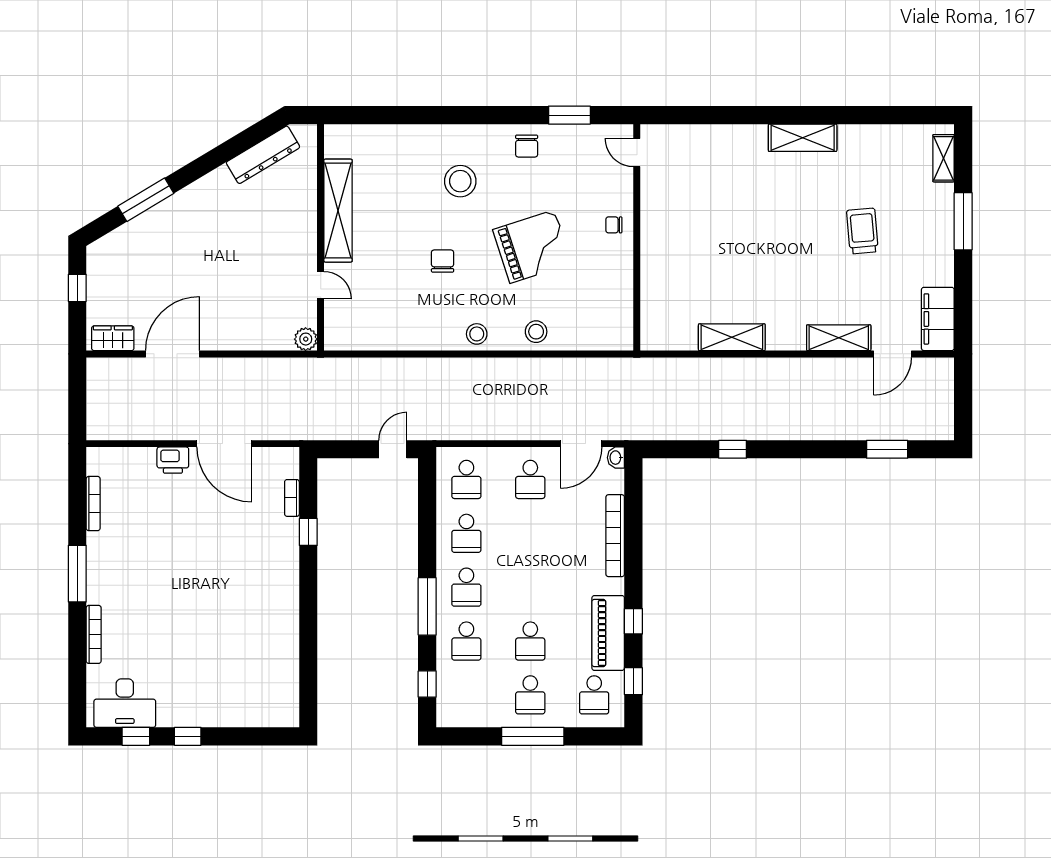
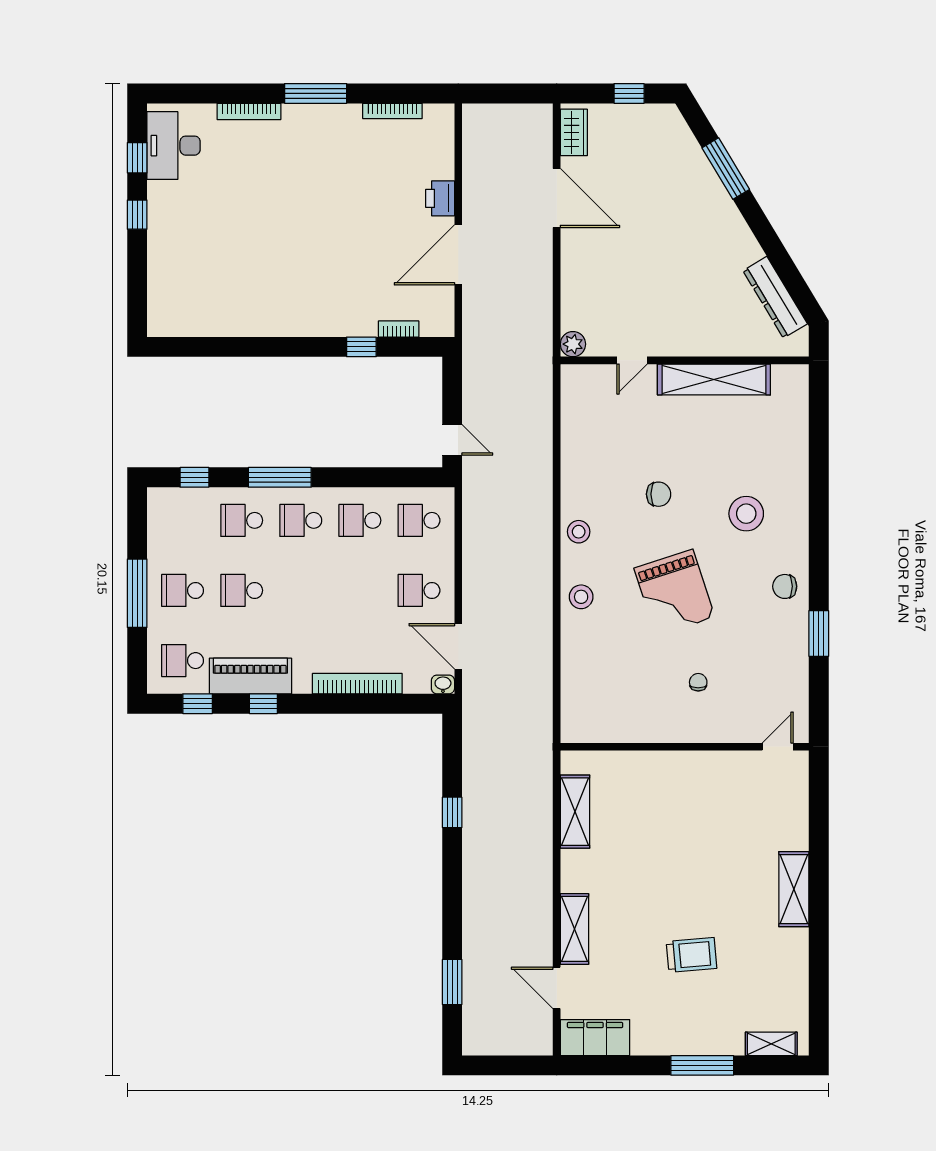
door: (637, 152) -> (778, 747), moved
wall: (637, 237) -> (685, 747), moved

